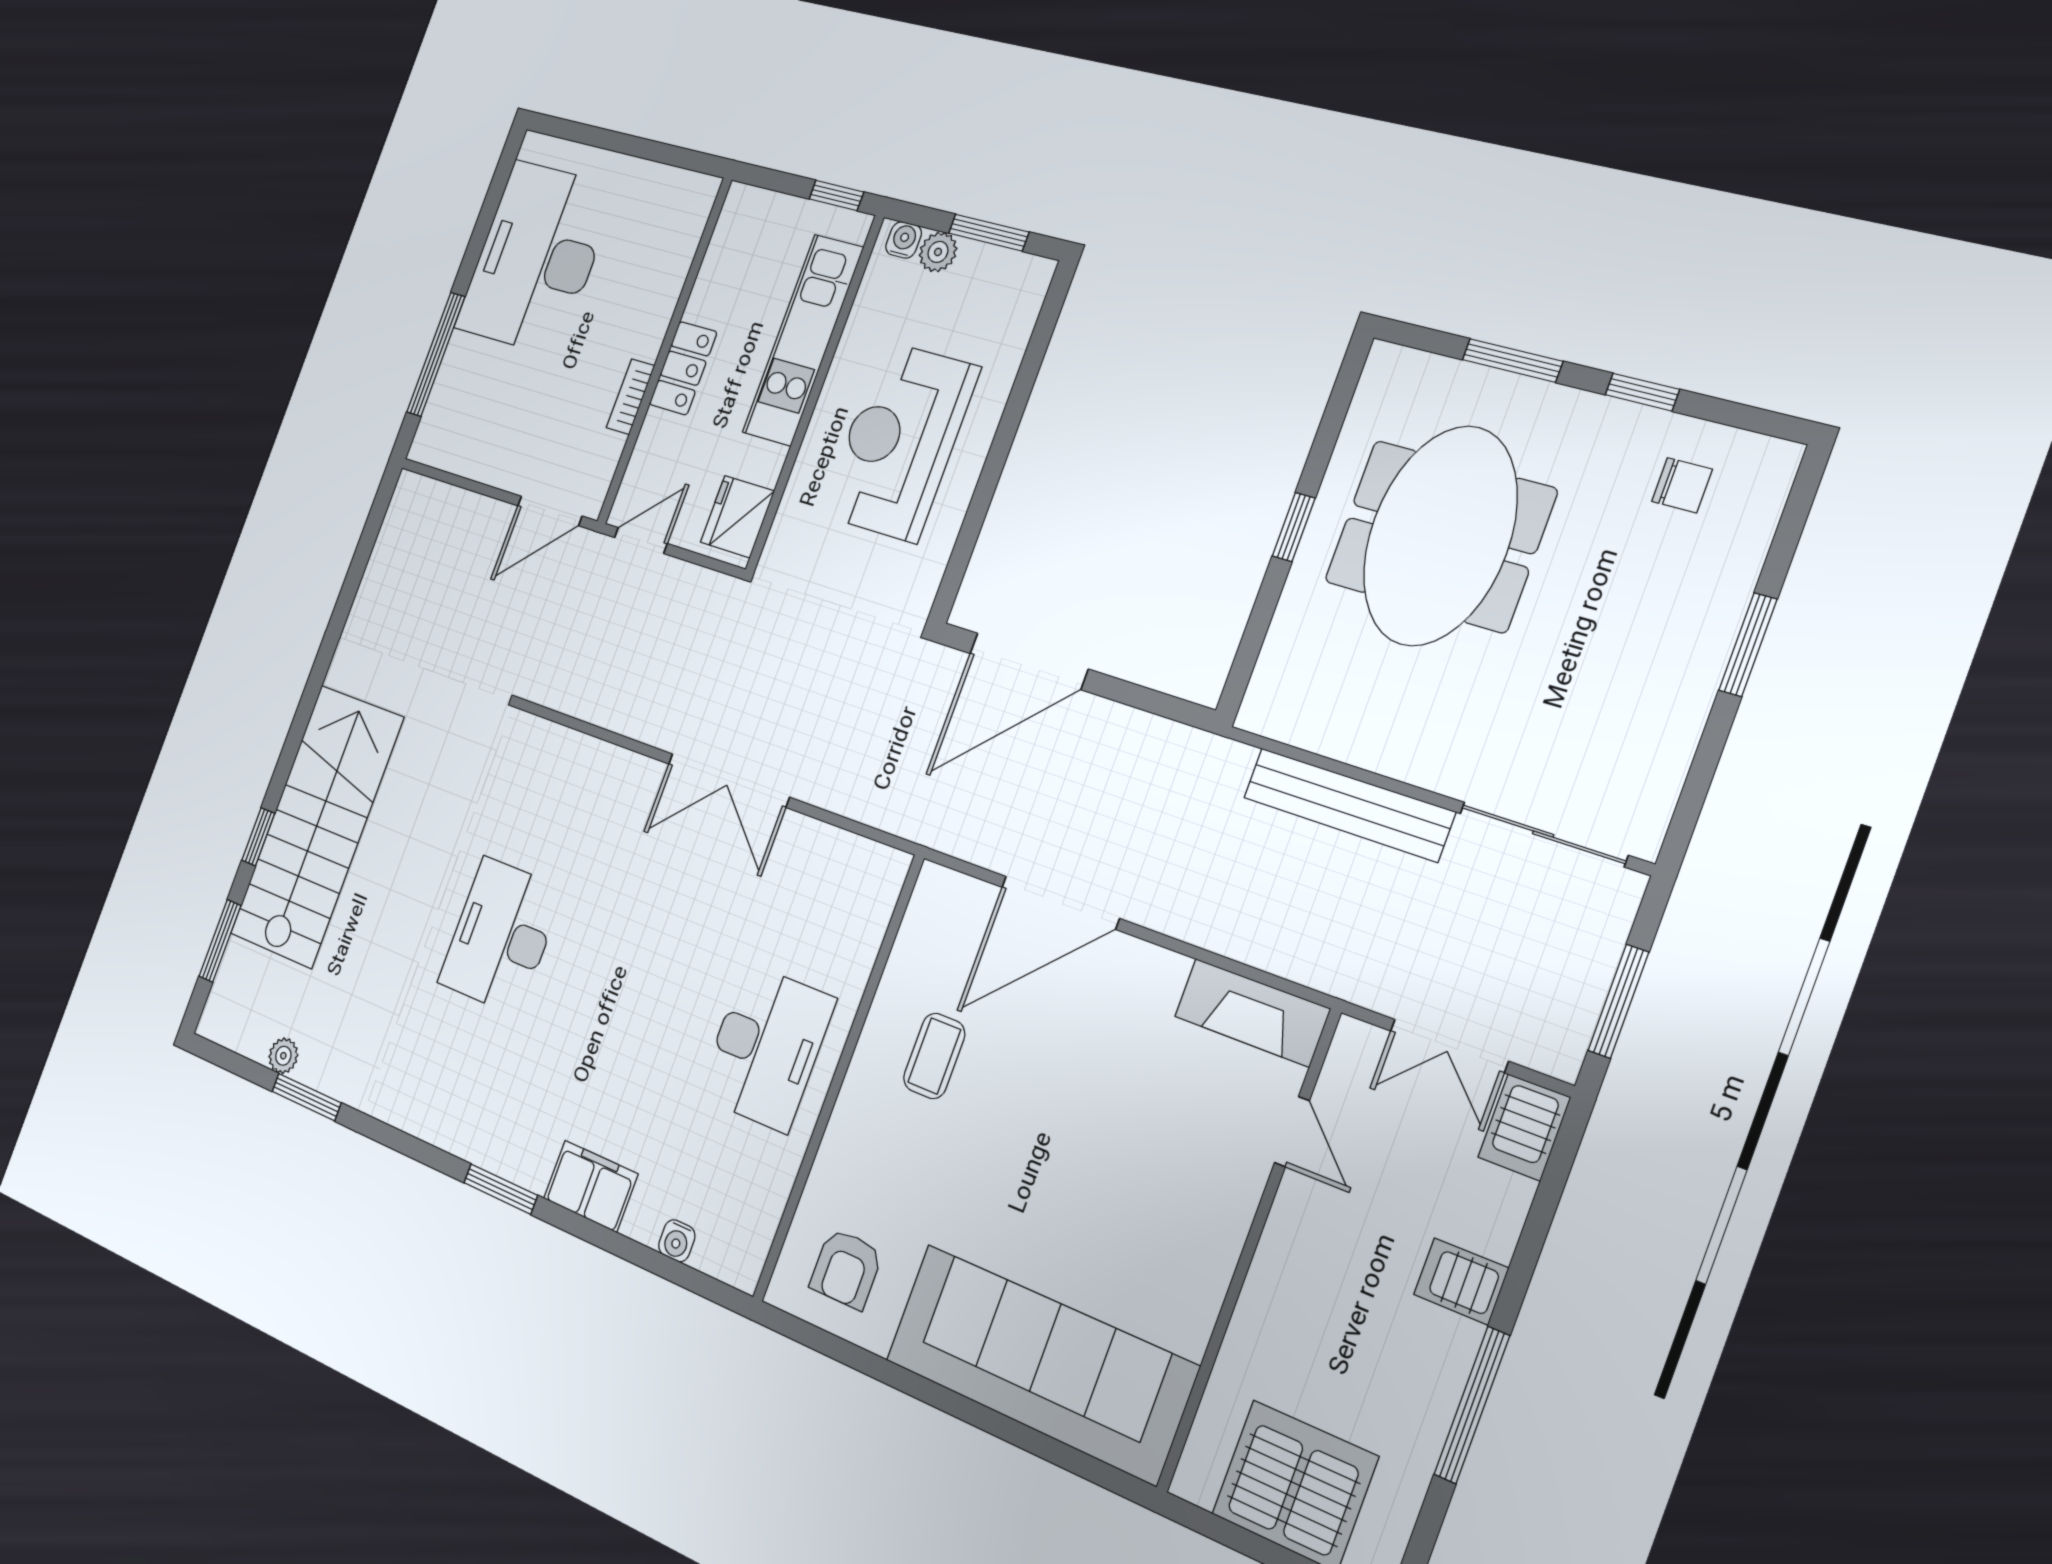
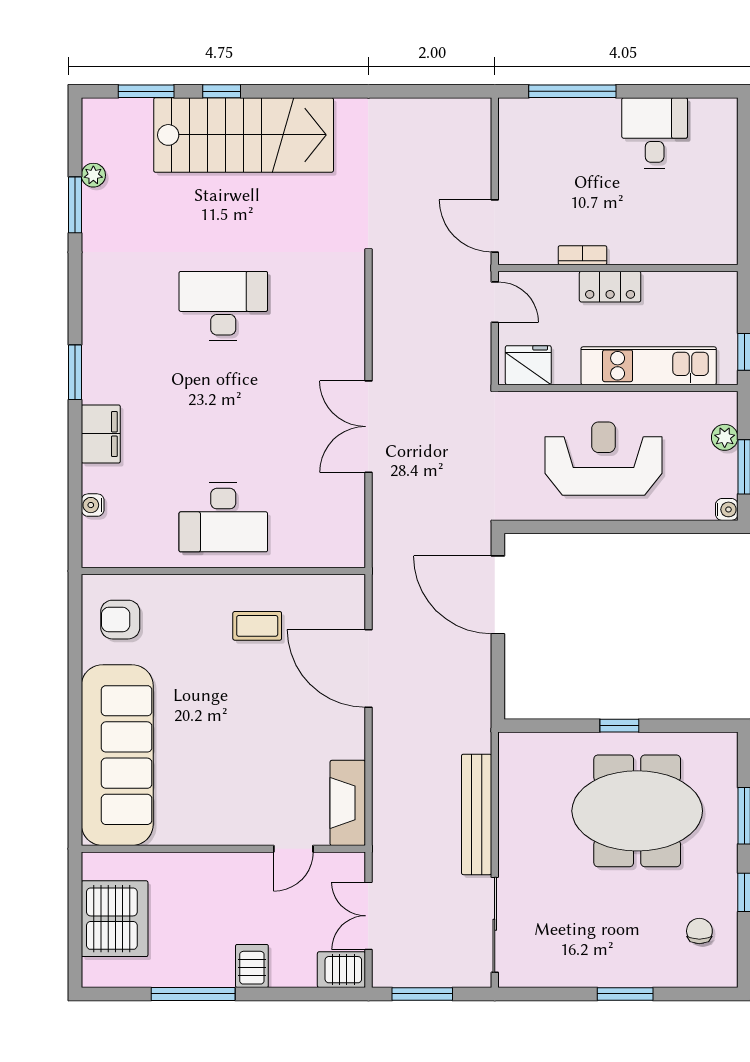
water cooler: (904, 240) -> (727, 509), moved
desk: (536, 258) -> (655, 133), width x0.53, depth x0.77
chair: (1682, 485) -> (699, 931), turned 180

